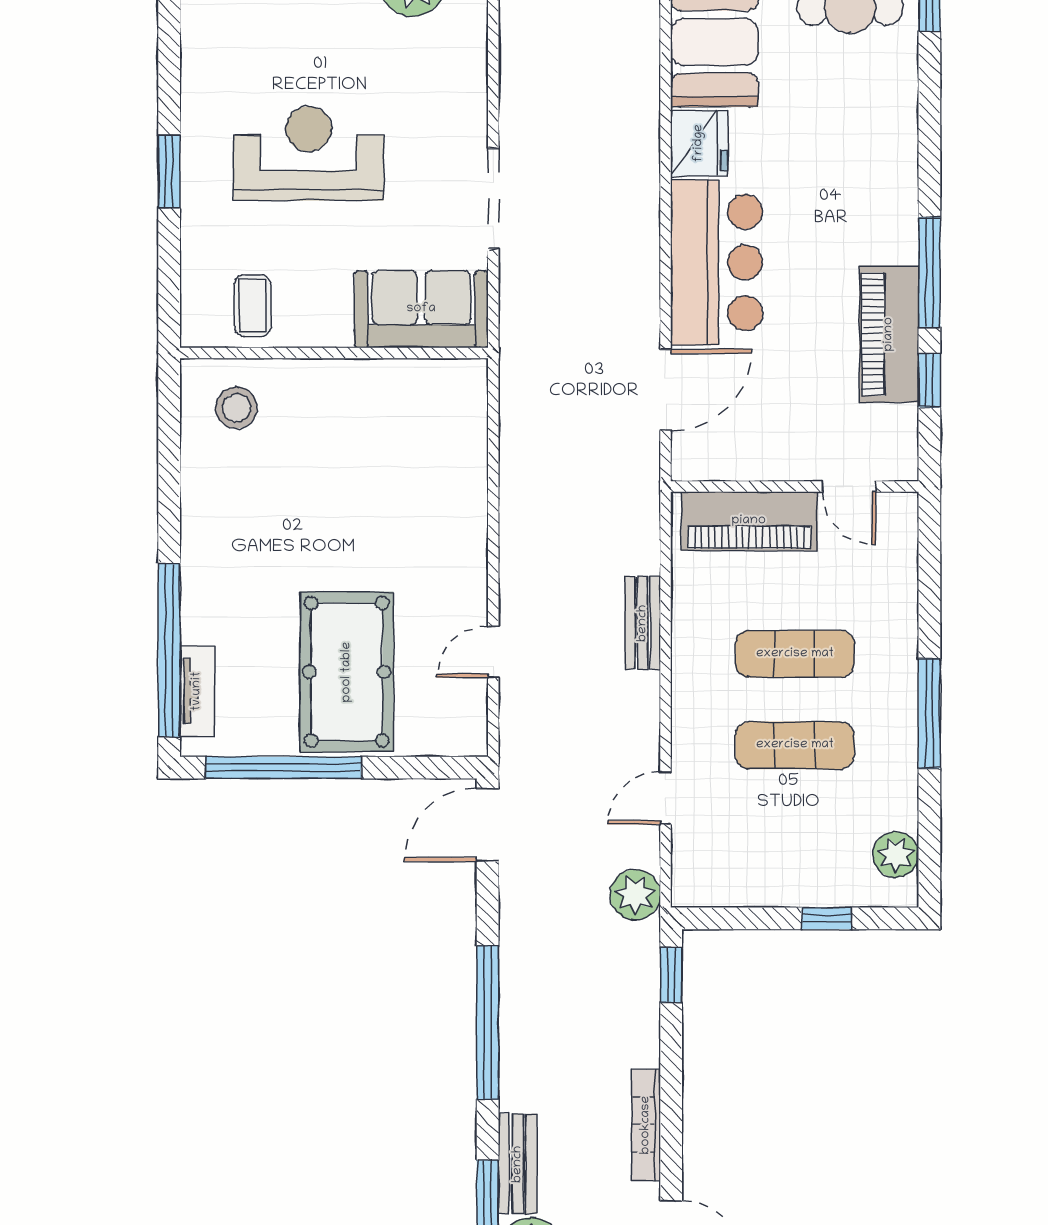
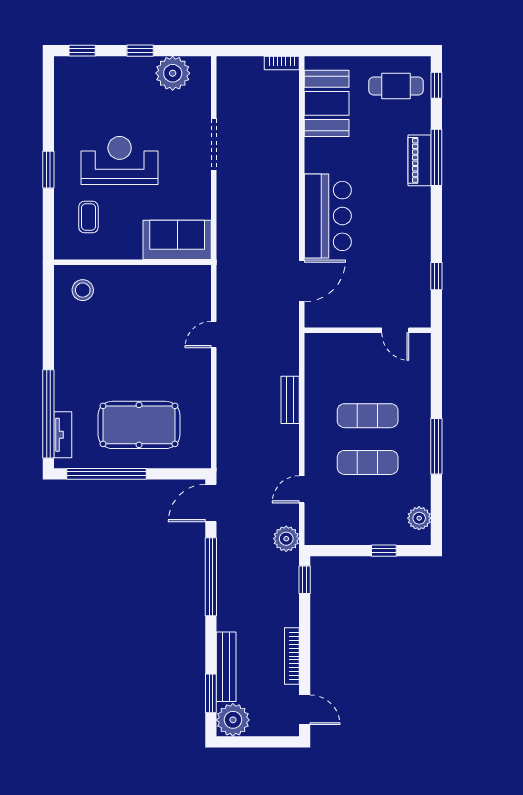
fridge: (699, 143) -> (319, 155), removed
doorway: (493, 198) -> (214, 144), moved
window: (929, 272) -> (436, 157), moved
coffee table: (253, 306) -> (88, 217), moved
piano: (889, 334) -> (420, 160), moved, width x0.73, depth x0.75
piano: (749, 521) -> (344, 348), removed
door: (493, 652) -> (214, 335), moved
pool table: (347, 672) -> (139, 425), turned 90
window: (488, 1023) -> (211, 577), moved
bench: (518, 1164) -> (226, 667), width x1.36

